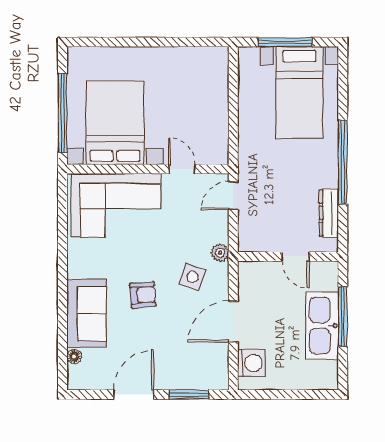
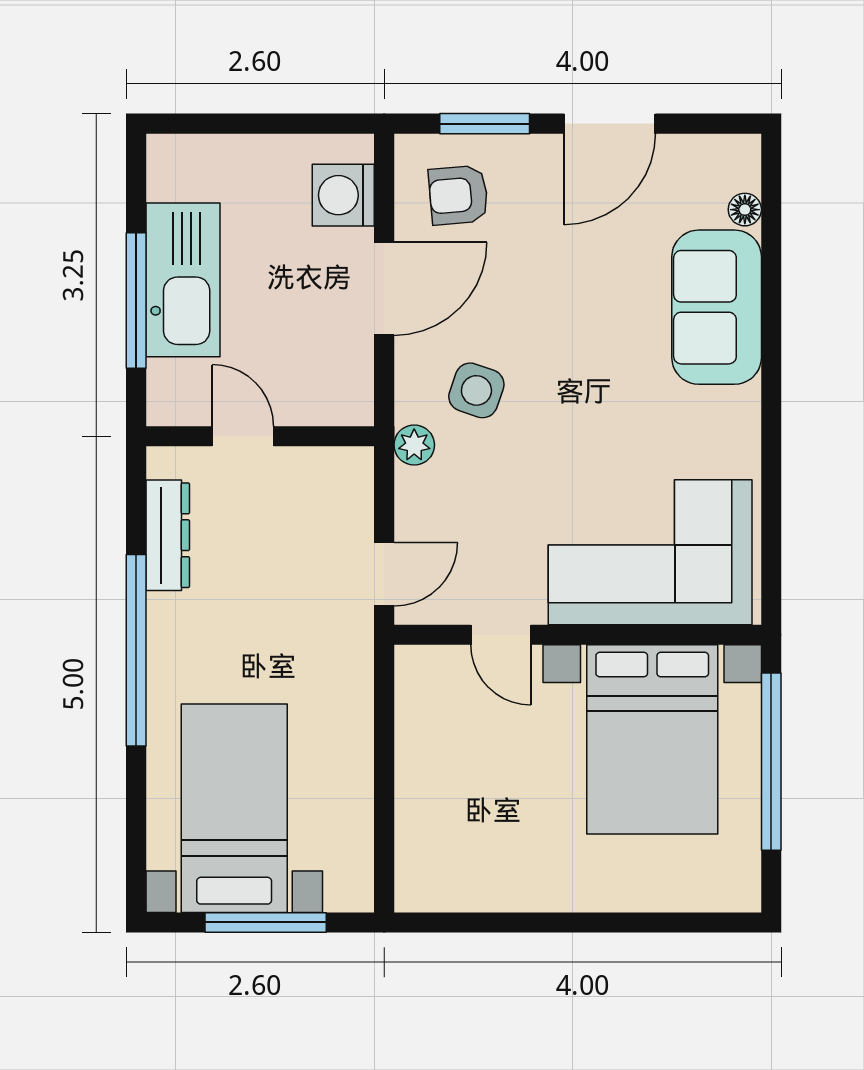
armchair: (143, 295) -> (458, 195), moved

